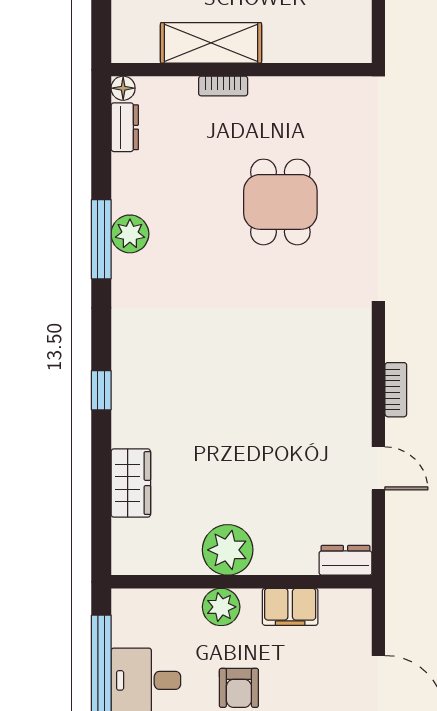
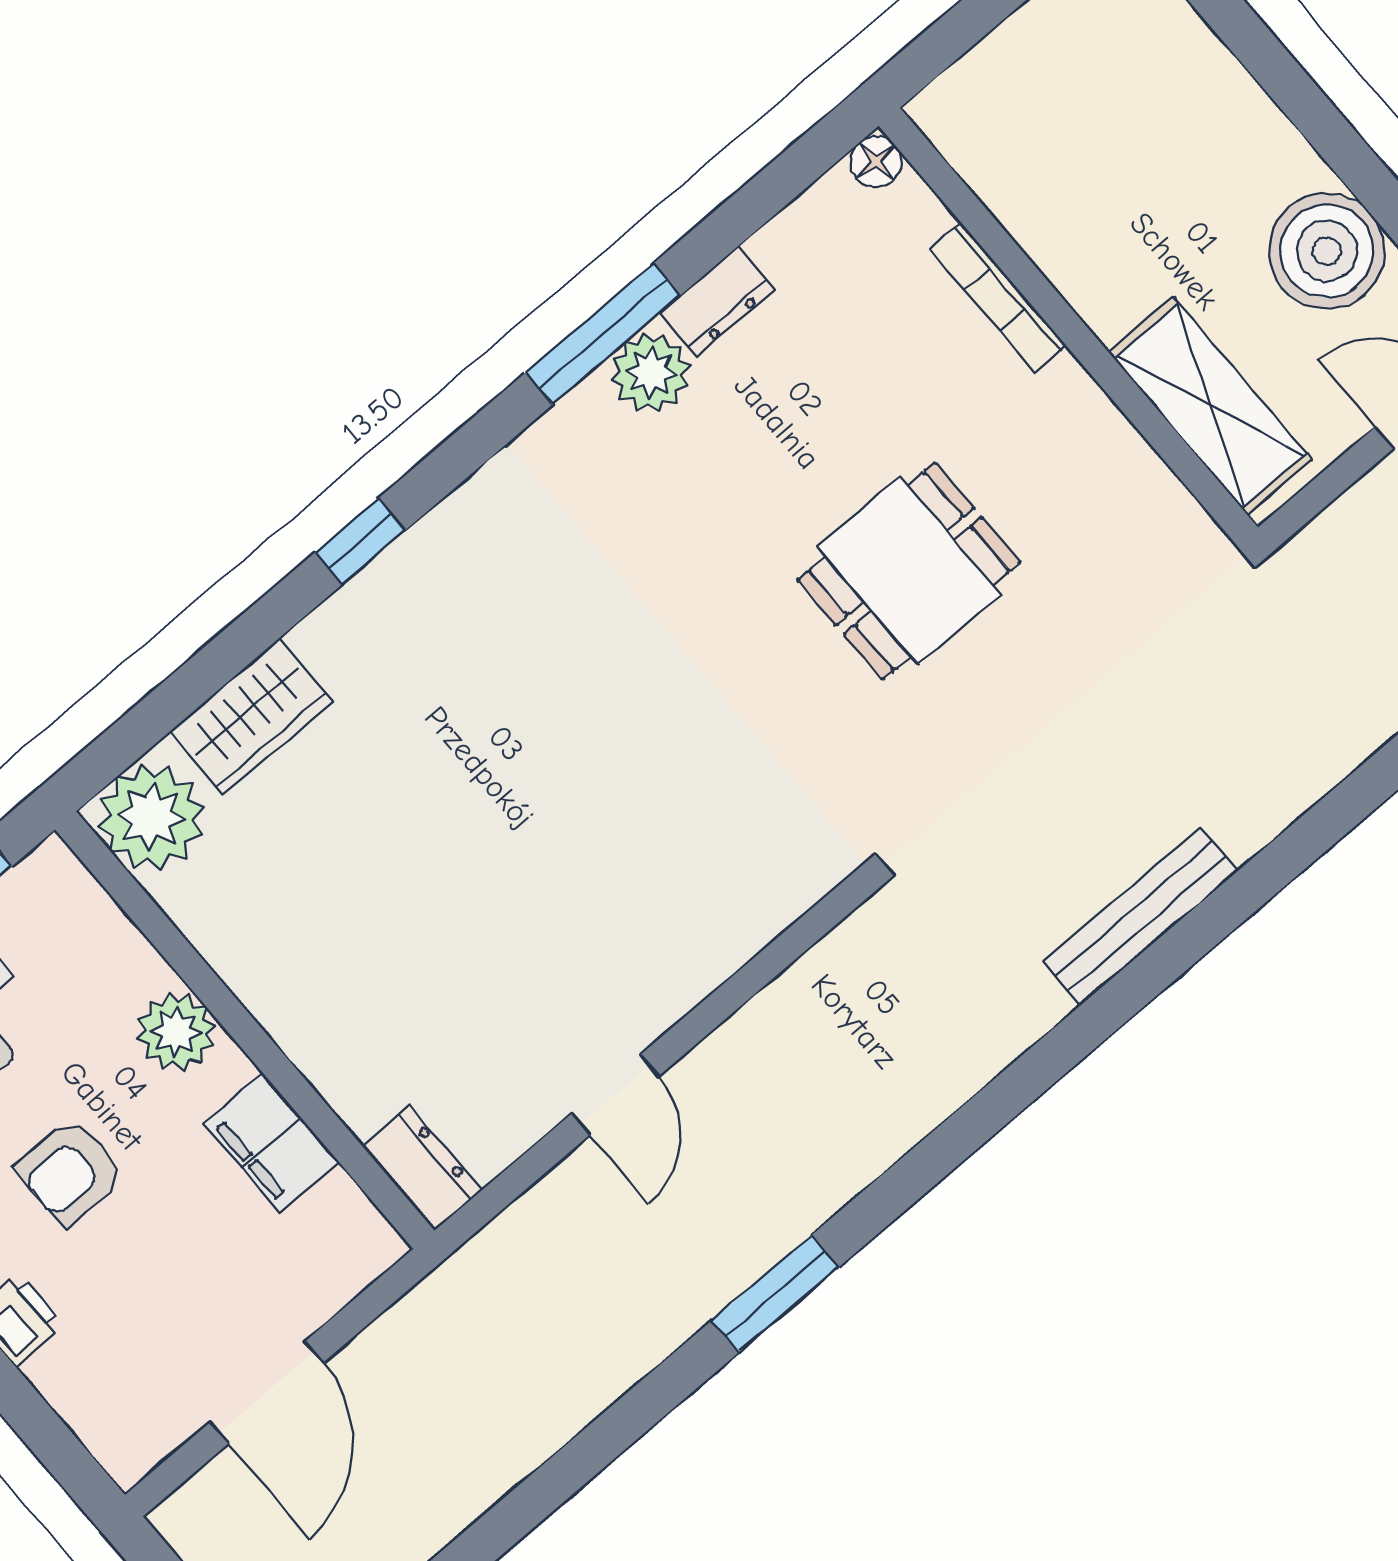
shelving: (211, 43) -> (1210, 406), moved
bookcase: (223, 86) -> (998, 297), width x1.56
dresser: (125, 127) -> (718, 301), moved
bookcase: (396, 390) -> (766, 1015), removed
plant: (228, 550) -> (151, 817), moved

